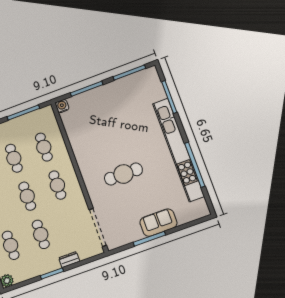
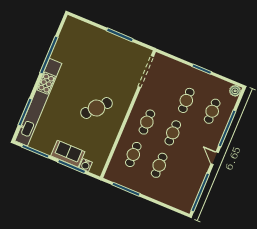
water cooler: (62, 106) -> (86, 165), moved
kitchen unit: (179, 150) -> (38, 102), moved
cafe table: (123, 174) -> (96, 108), moved, turned -48
sofa: (158, 223) -> (68, 154), moved, turned 180
dresser: (69, 260) -> (183, 68), removed

